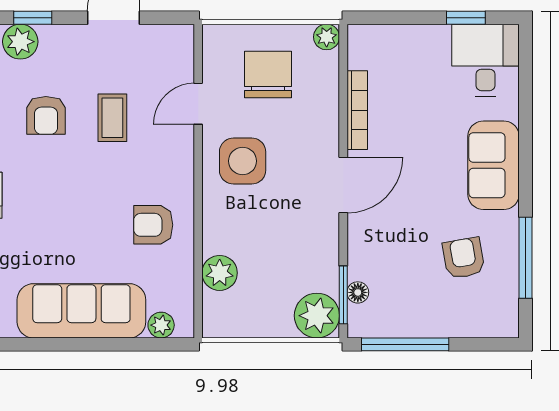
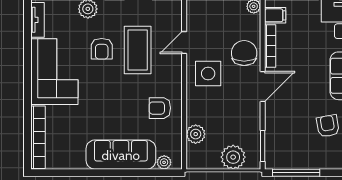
filing cabinet: (366, 54) -> (275, 15), added
chair: (268, 74) -> (244, 53), moved
coffee table: (112, 118) -> (138, 50), width x1.86, depth x1.72
floor lamp: (358, 292) -> (271, 145), removed
plant: (317, 316) -> (233, 157), moved

